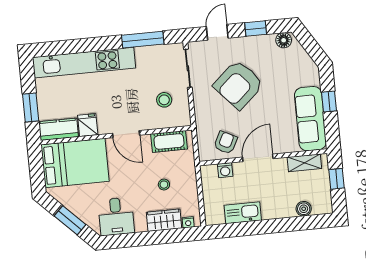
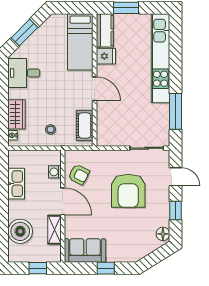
armchair: (238, 85) -> (128, 191), turned -138
stool: (164, 100) -> (121, 125), removed
sofa: (310, 119) -> (85, 251), width x0.73
door: (126, 134) -> (95, 89), swing flipped
bed: (75, 163) -> (80, 42), width x0.67
shelving: (304, 163) -> (54, 230), moved
stool: (164, 185) -> (51, 129), moved
boiler: (304, 209) -> (20, 231), width x1.86, depth x1.86

